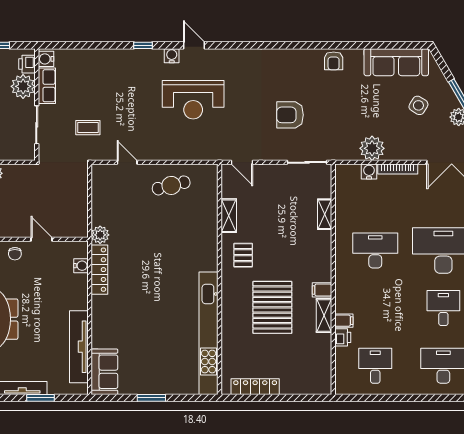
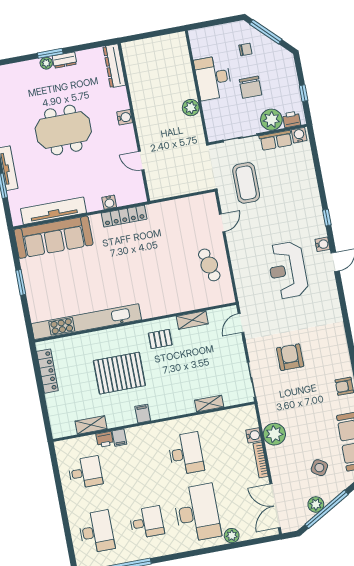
coffee table: (88, 128) -> (246, 183), width x1.86, depth x1.72
plant: (100, 235) -> (155, 211), removed
door: (42, 239) -> (141, 161), swing flipped
chair: (15, 254) -> (124, 140), removed
water cooler: (81, 266) -> (109, 202), moved
shelving: (324, 315) -> (91, 425), moved
sofa: (104, 372) -> (53, 237), width x1.85, depth x1.27

